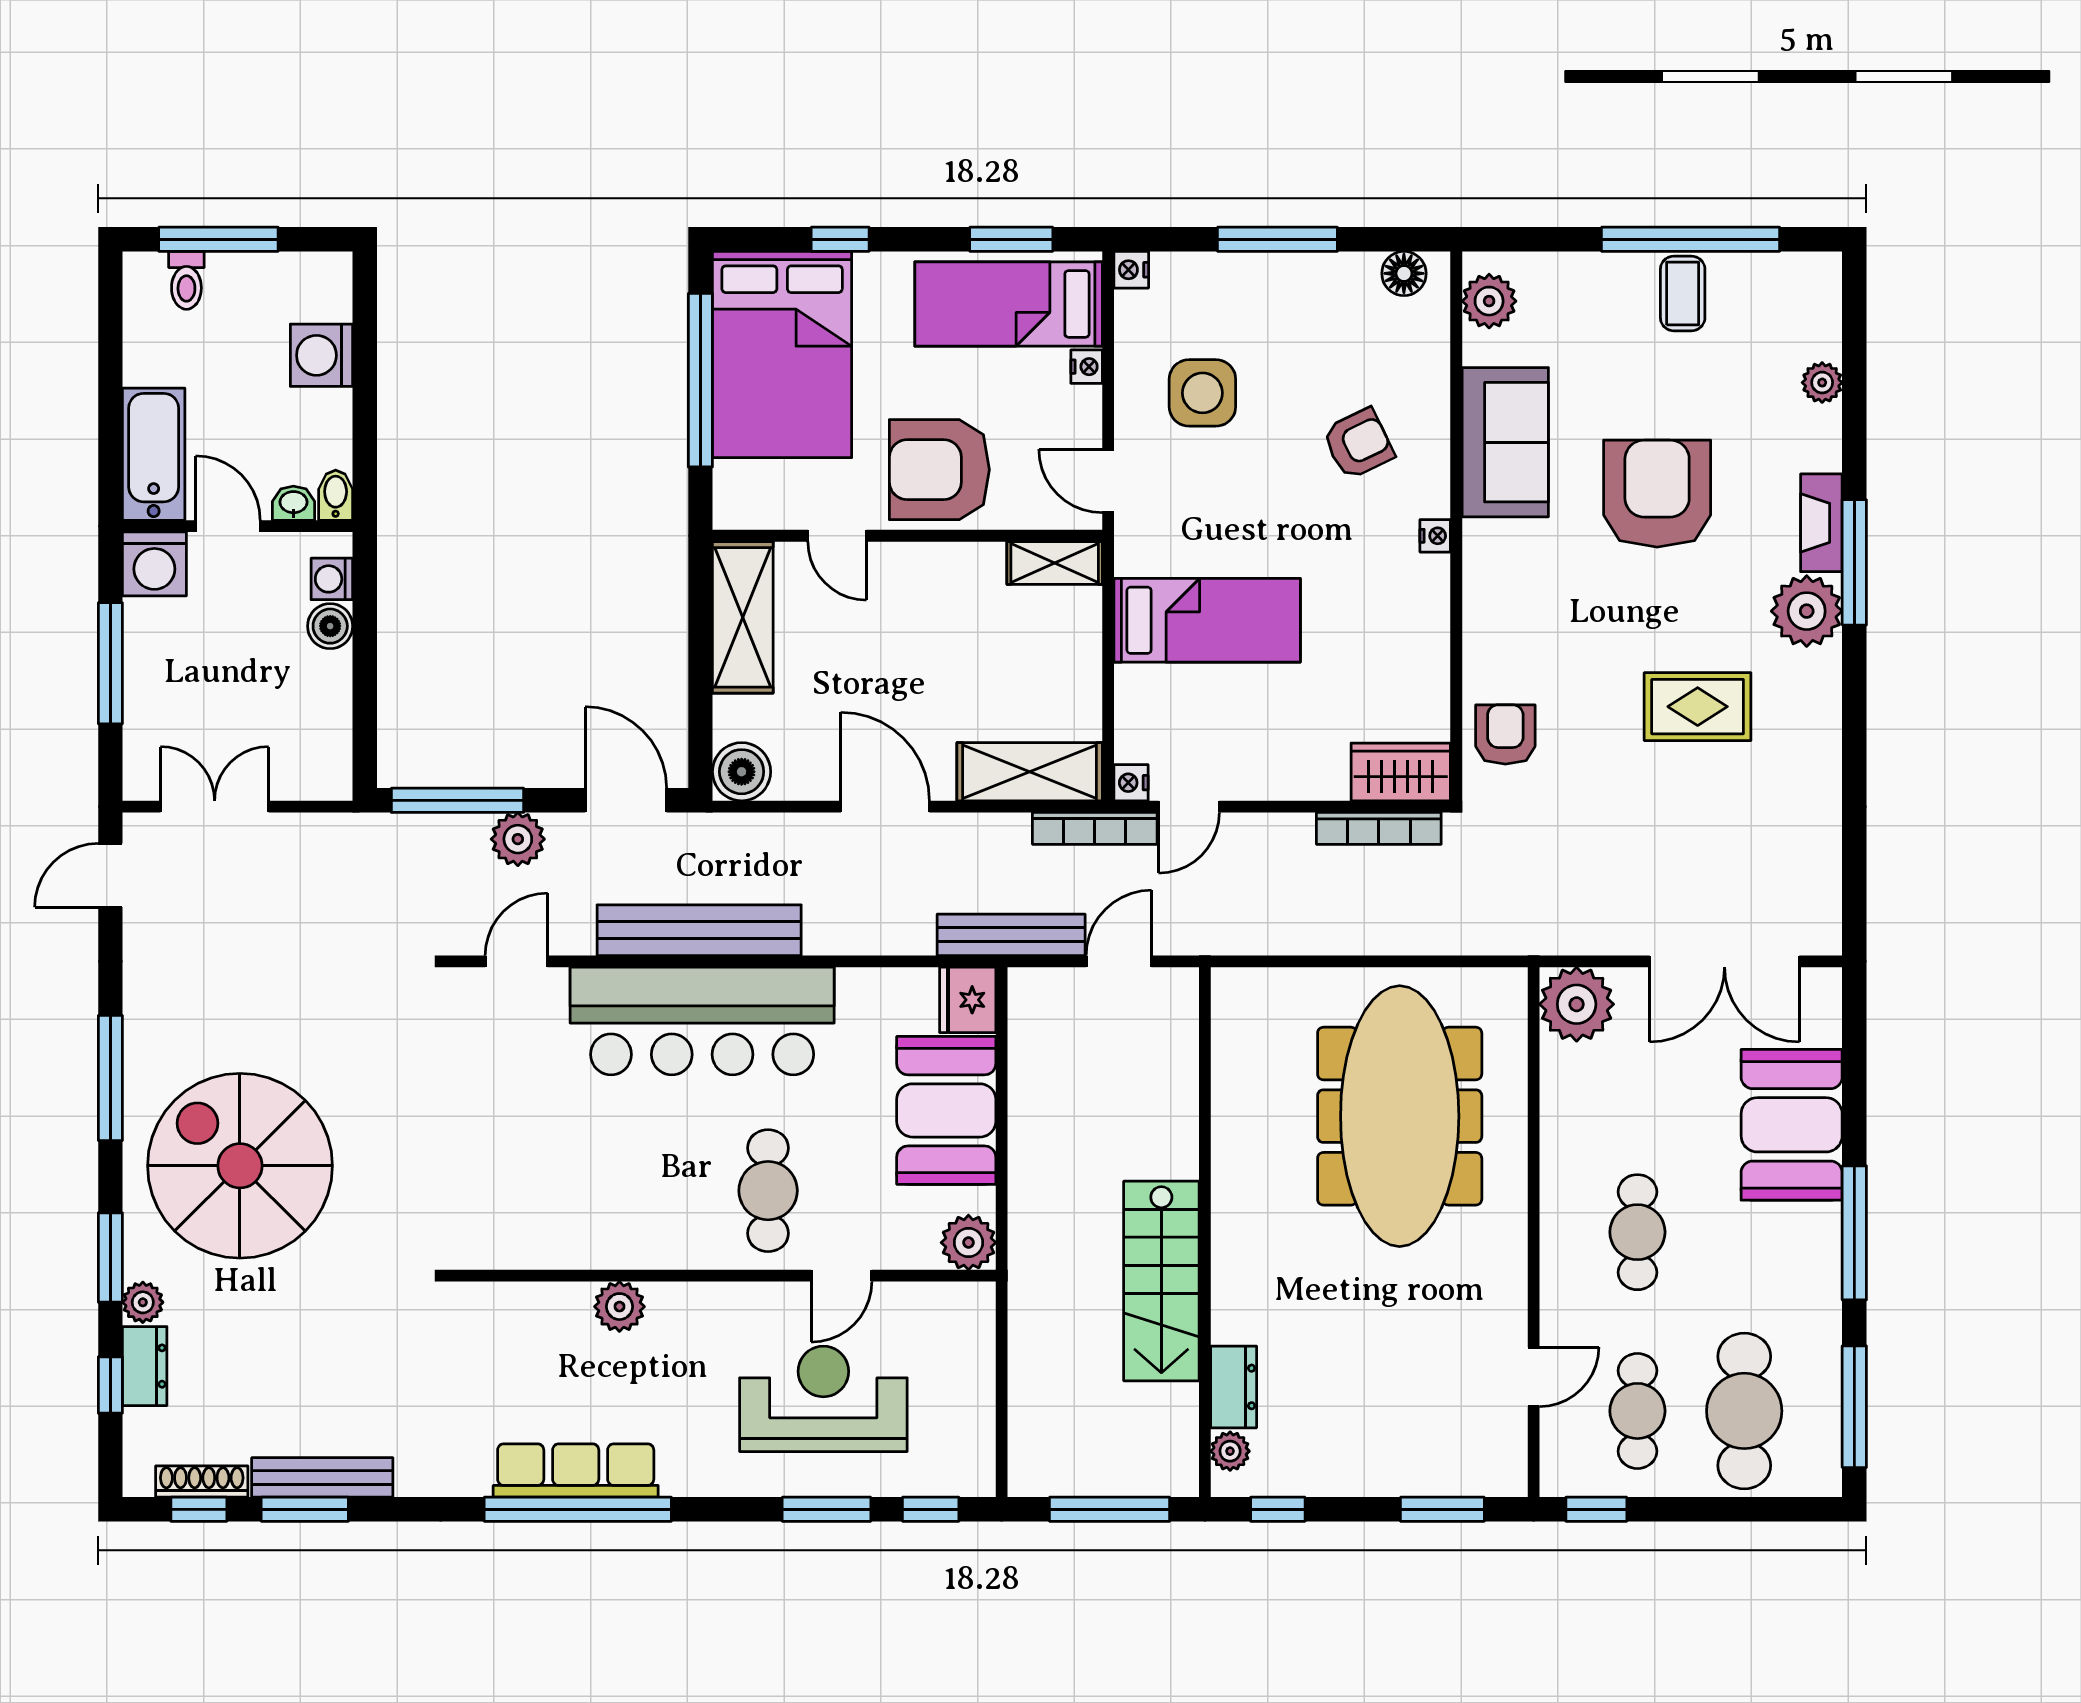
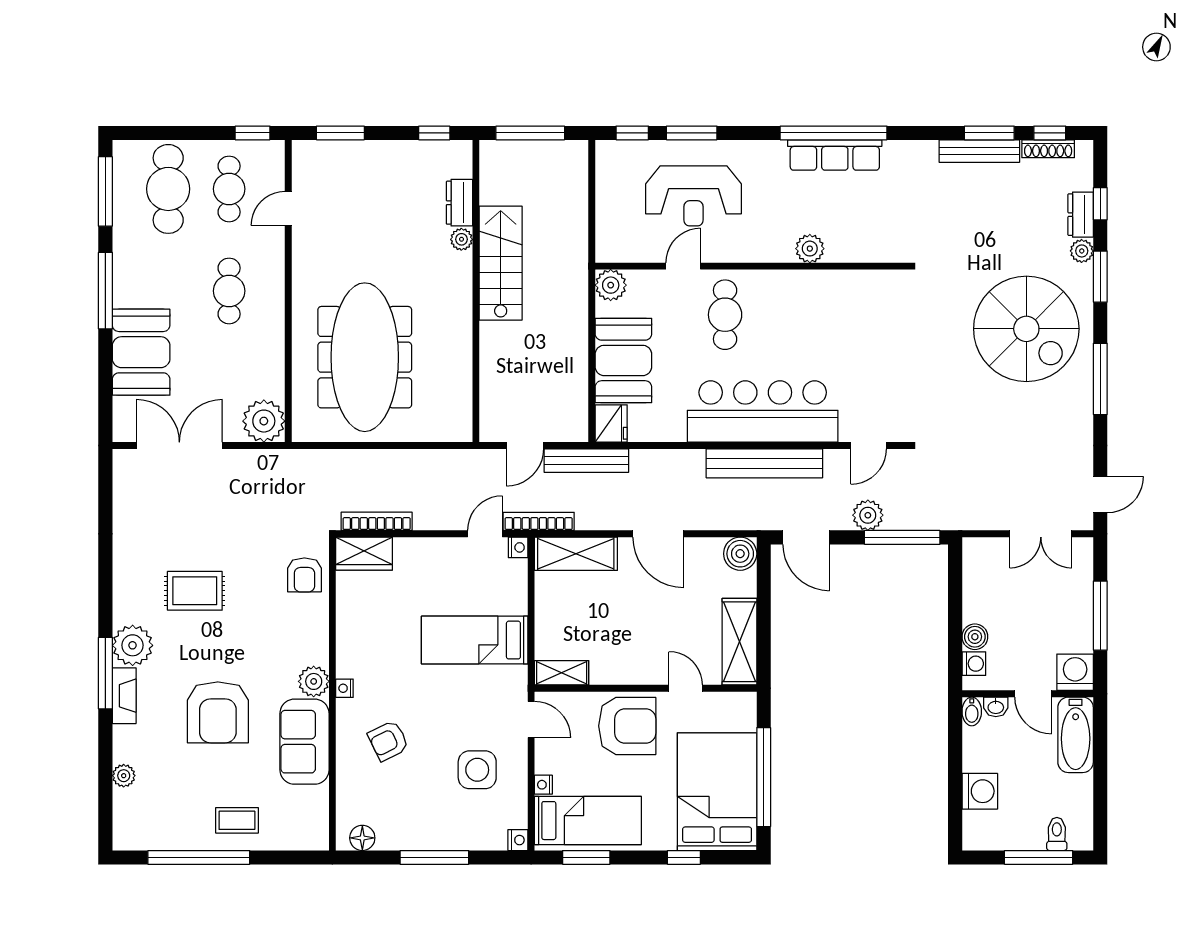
coffee table: (1683, 293) -> (237, 820), moved, turned 90
plant: (1489, 301) -> (314, 681), moved
plant: (1230, 1451) -> (461, 239), moved

